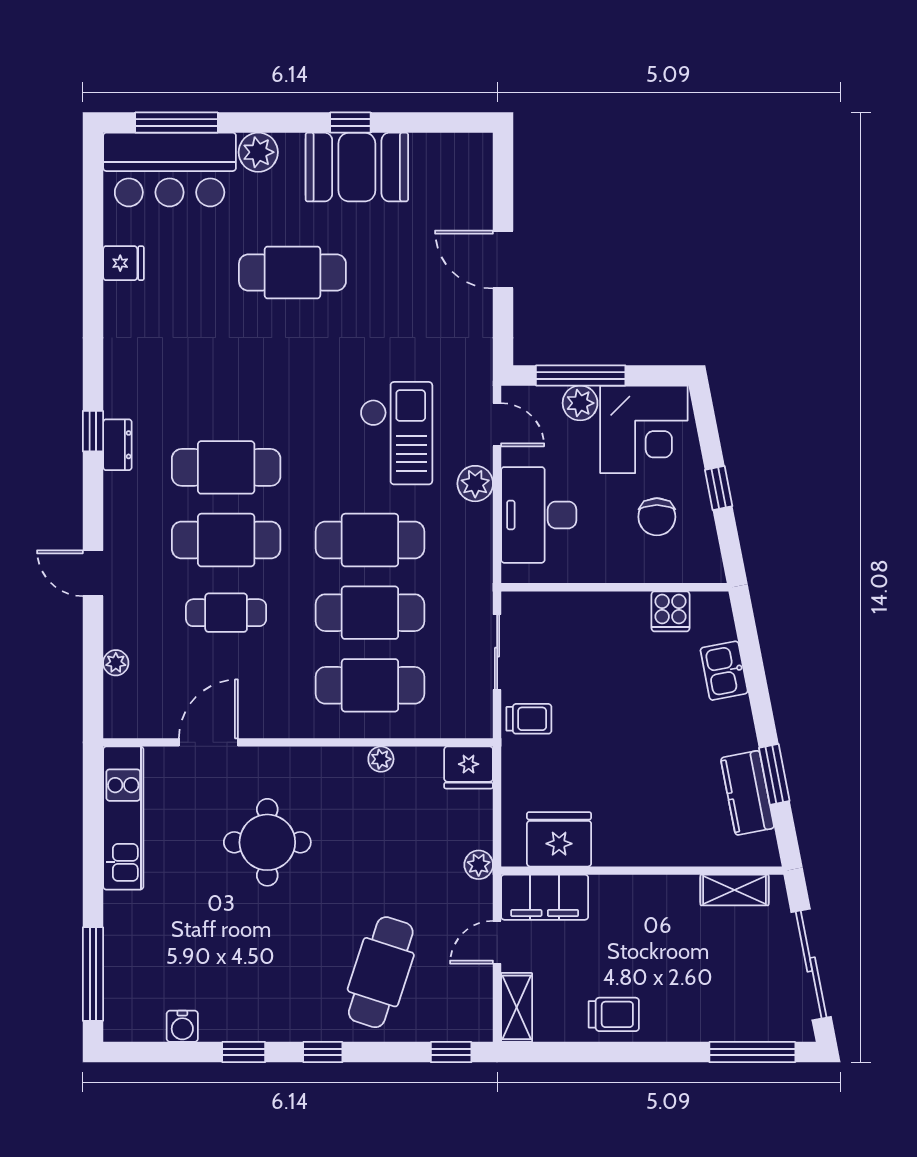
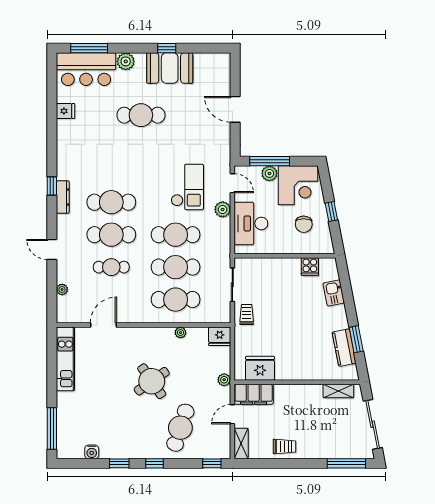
dresser: (117, 445) -> (63, 197), width x1.44
trolley: (529, 719) -> (247, 315), turned -90
round table: (267, 842) -> (152, 381), moved, turned -35

